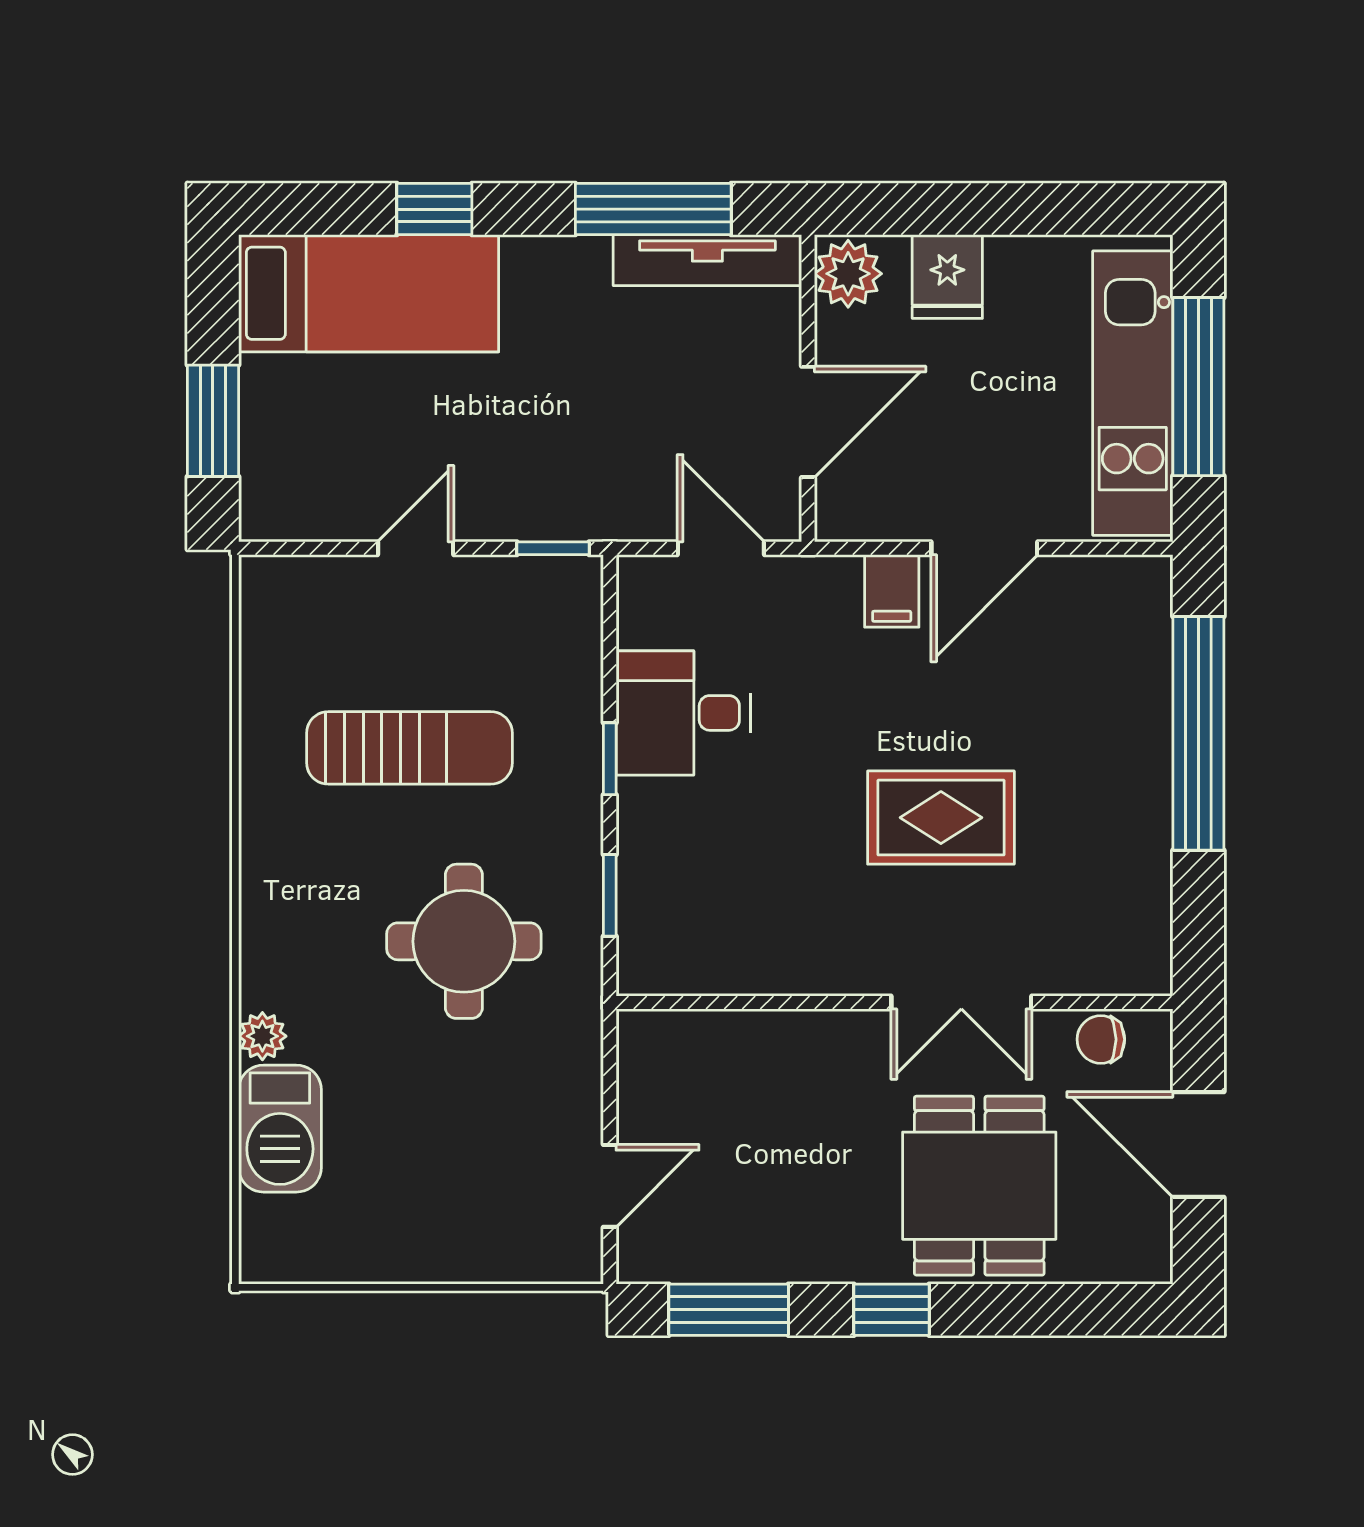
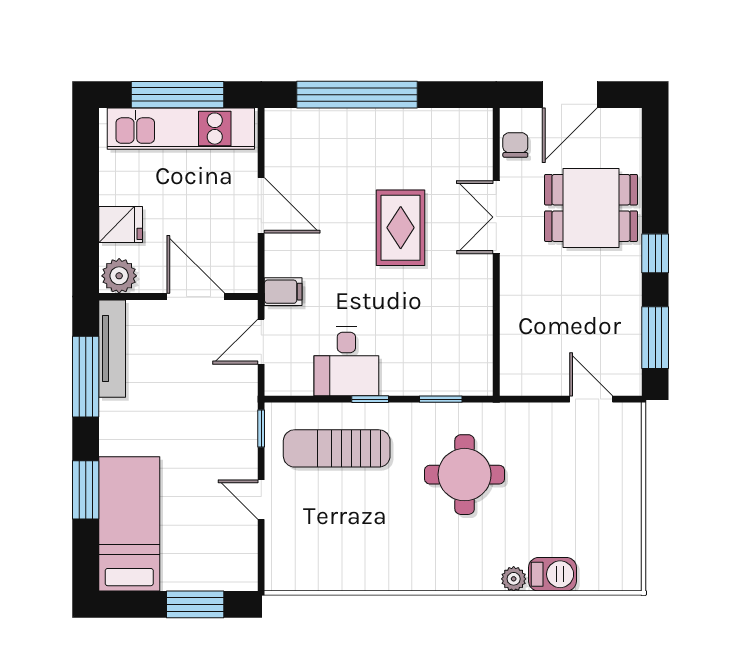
window: (434, 209) -> (86, 490), width x1.50
filing cabinet: (892, 591) -> (283, 292), moved
sun lounger: (409, 748) -> (337, 448), moved, turned -90
double door: (961, 1003) -> (496, 217), swing flipped
chair: (1101, 1039) -> (515, 145), turned 180
barbecue: (280, 1129) -> (552, 574), width x0.73, depth x0.79

